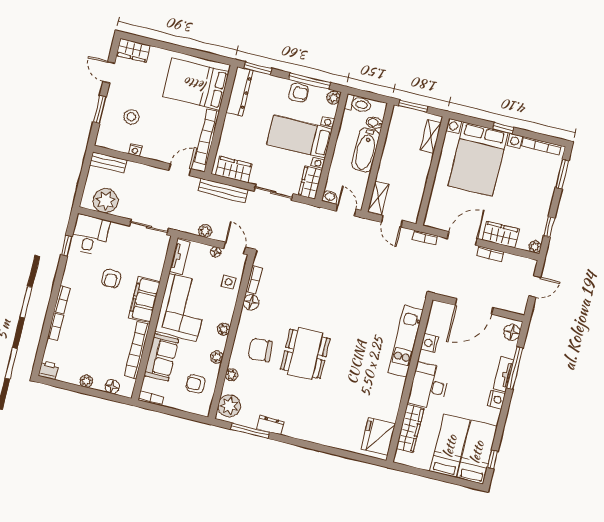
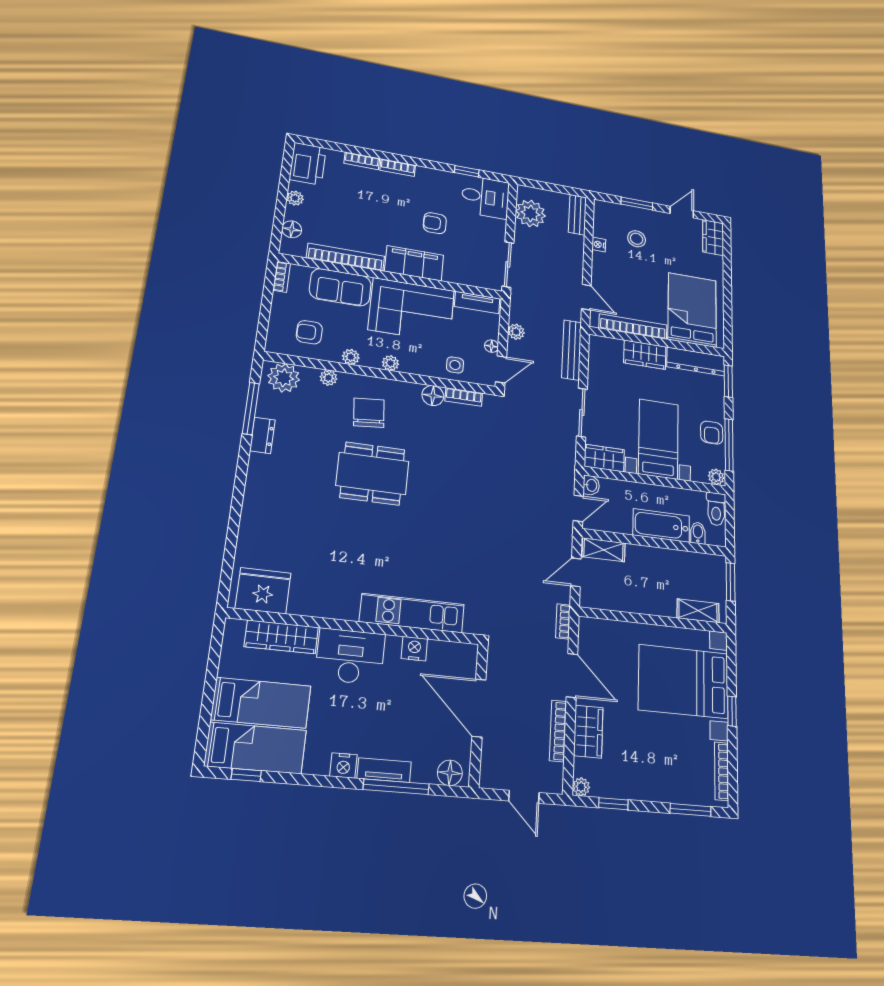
wardrobe: (234, 170) -> (645, 355), moved, turned 90
bookcase: (490, 254) -> (558, 731), width x1.56
printer: (49, 370) -> (308, 164), width x1.87, depth x1.48
armchair: (196, 384) -> (309, 332), turned -90

